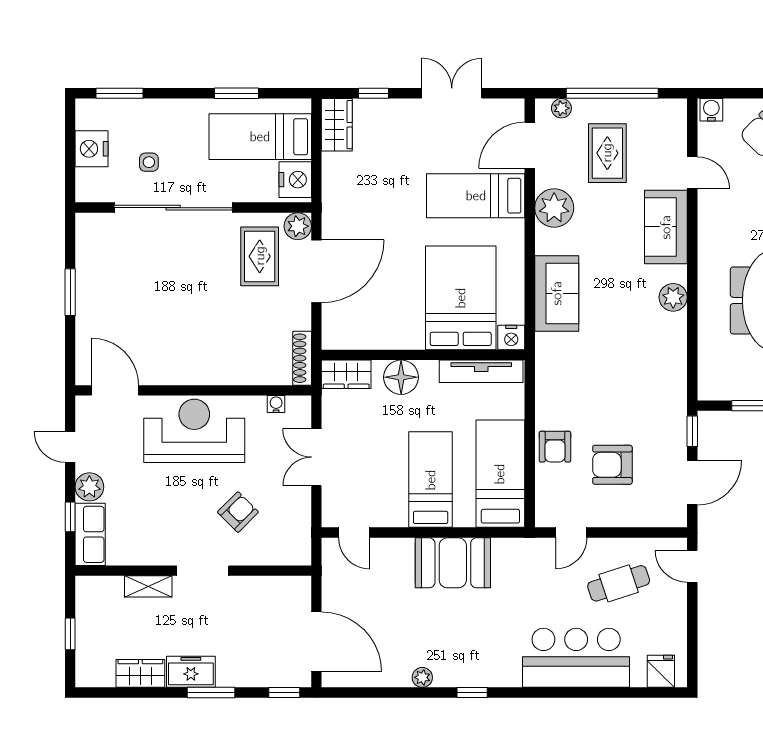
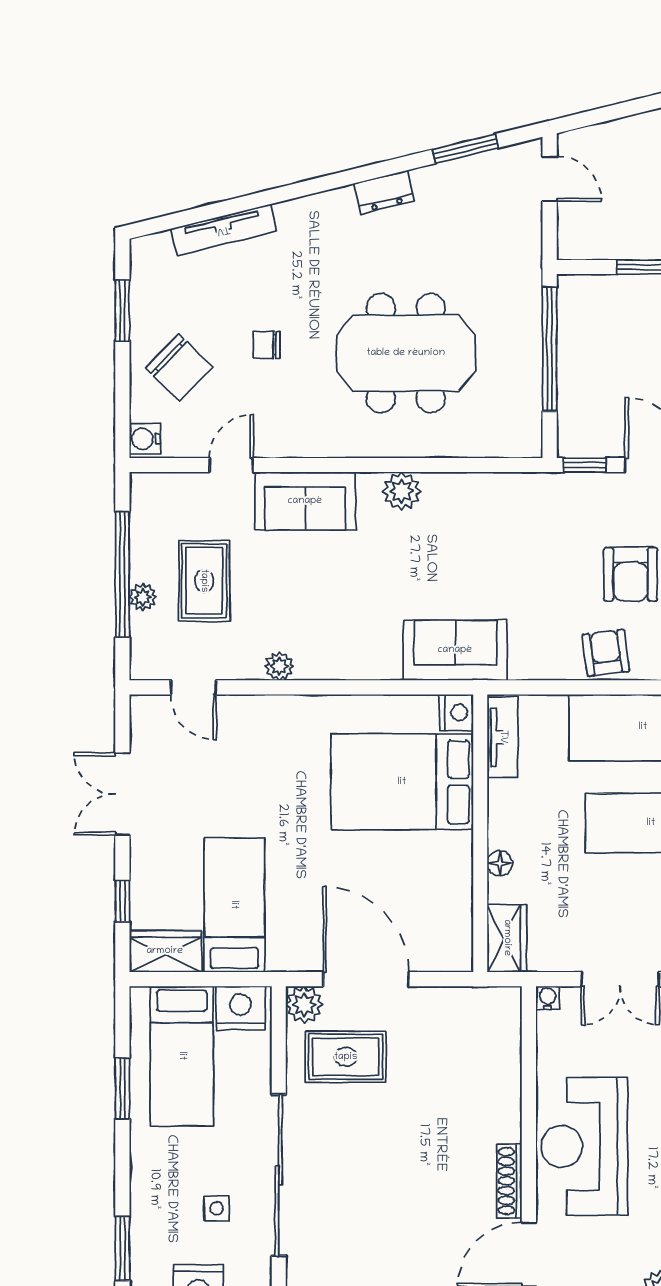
plant: (561, 108) -> (143, 597), moved
door: (530, 145) -> (193, 687), width x0.73
rug: (607, 153) -> (204, 581), turned 90
bed: (476, 196) -> (234, 905), moved, turned 180
plant: (554, 208) -> (279, 666), width x0.53, depth x0.53
sofa: (557, 293) -> (455, 650), moved
shoe rack: (302, 358) -> (509, 1181), moved, turned 90
tv unit: (481, 371) -> (503, 737), width x0.71
floor lamp: (401, 377) -> (500, 863), width x0.53, depth x0.53
water cooler: (276, 404) -> (548, 998), moved, turned 90
armchair: (555, 447) -> (606, 653), turned -97

